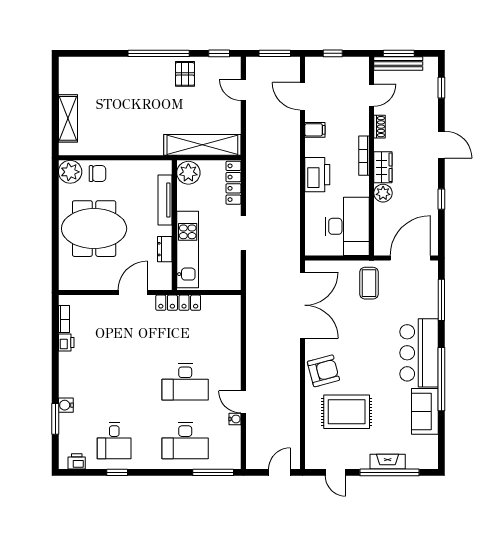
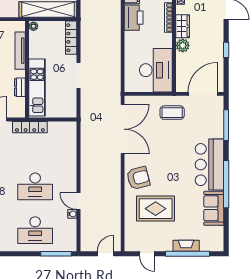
plant: (188, 173) -> (33, 26), width x0.53, depth x0.53
printer: (317, 175) -> (134, 18), moved
coffee table: (369, 283) -> (172, 113), turned 90

